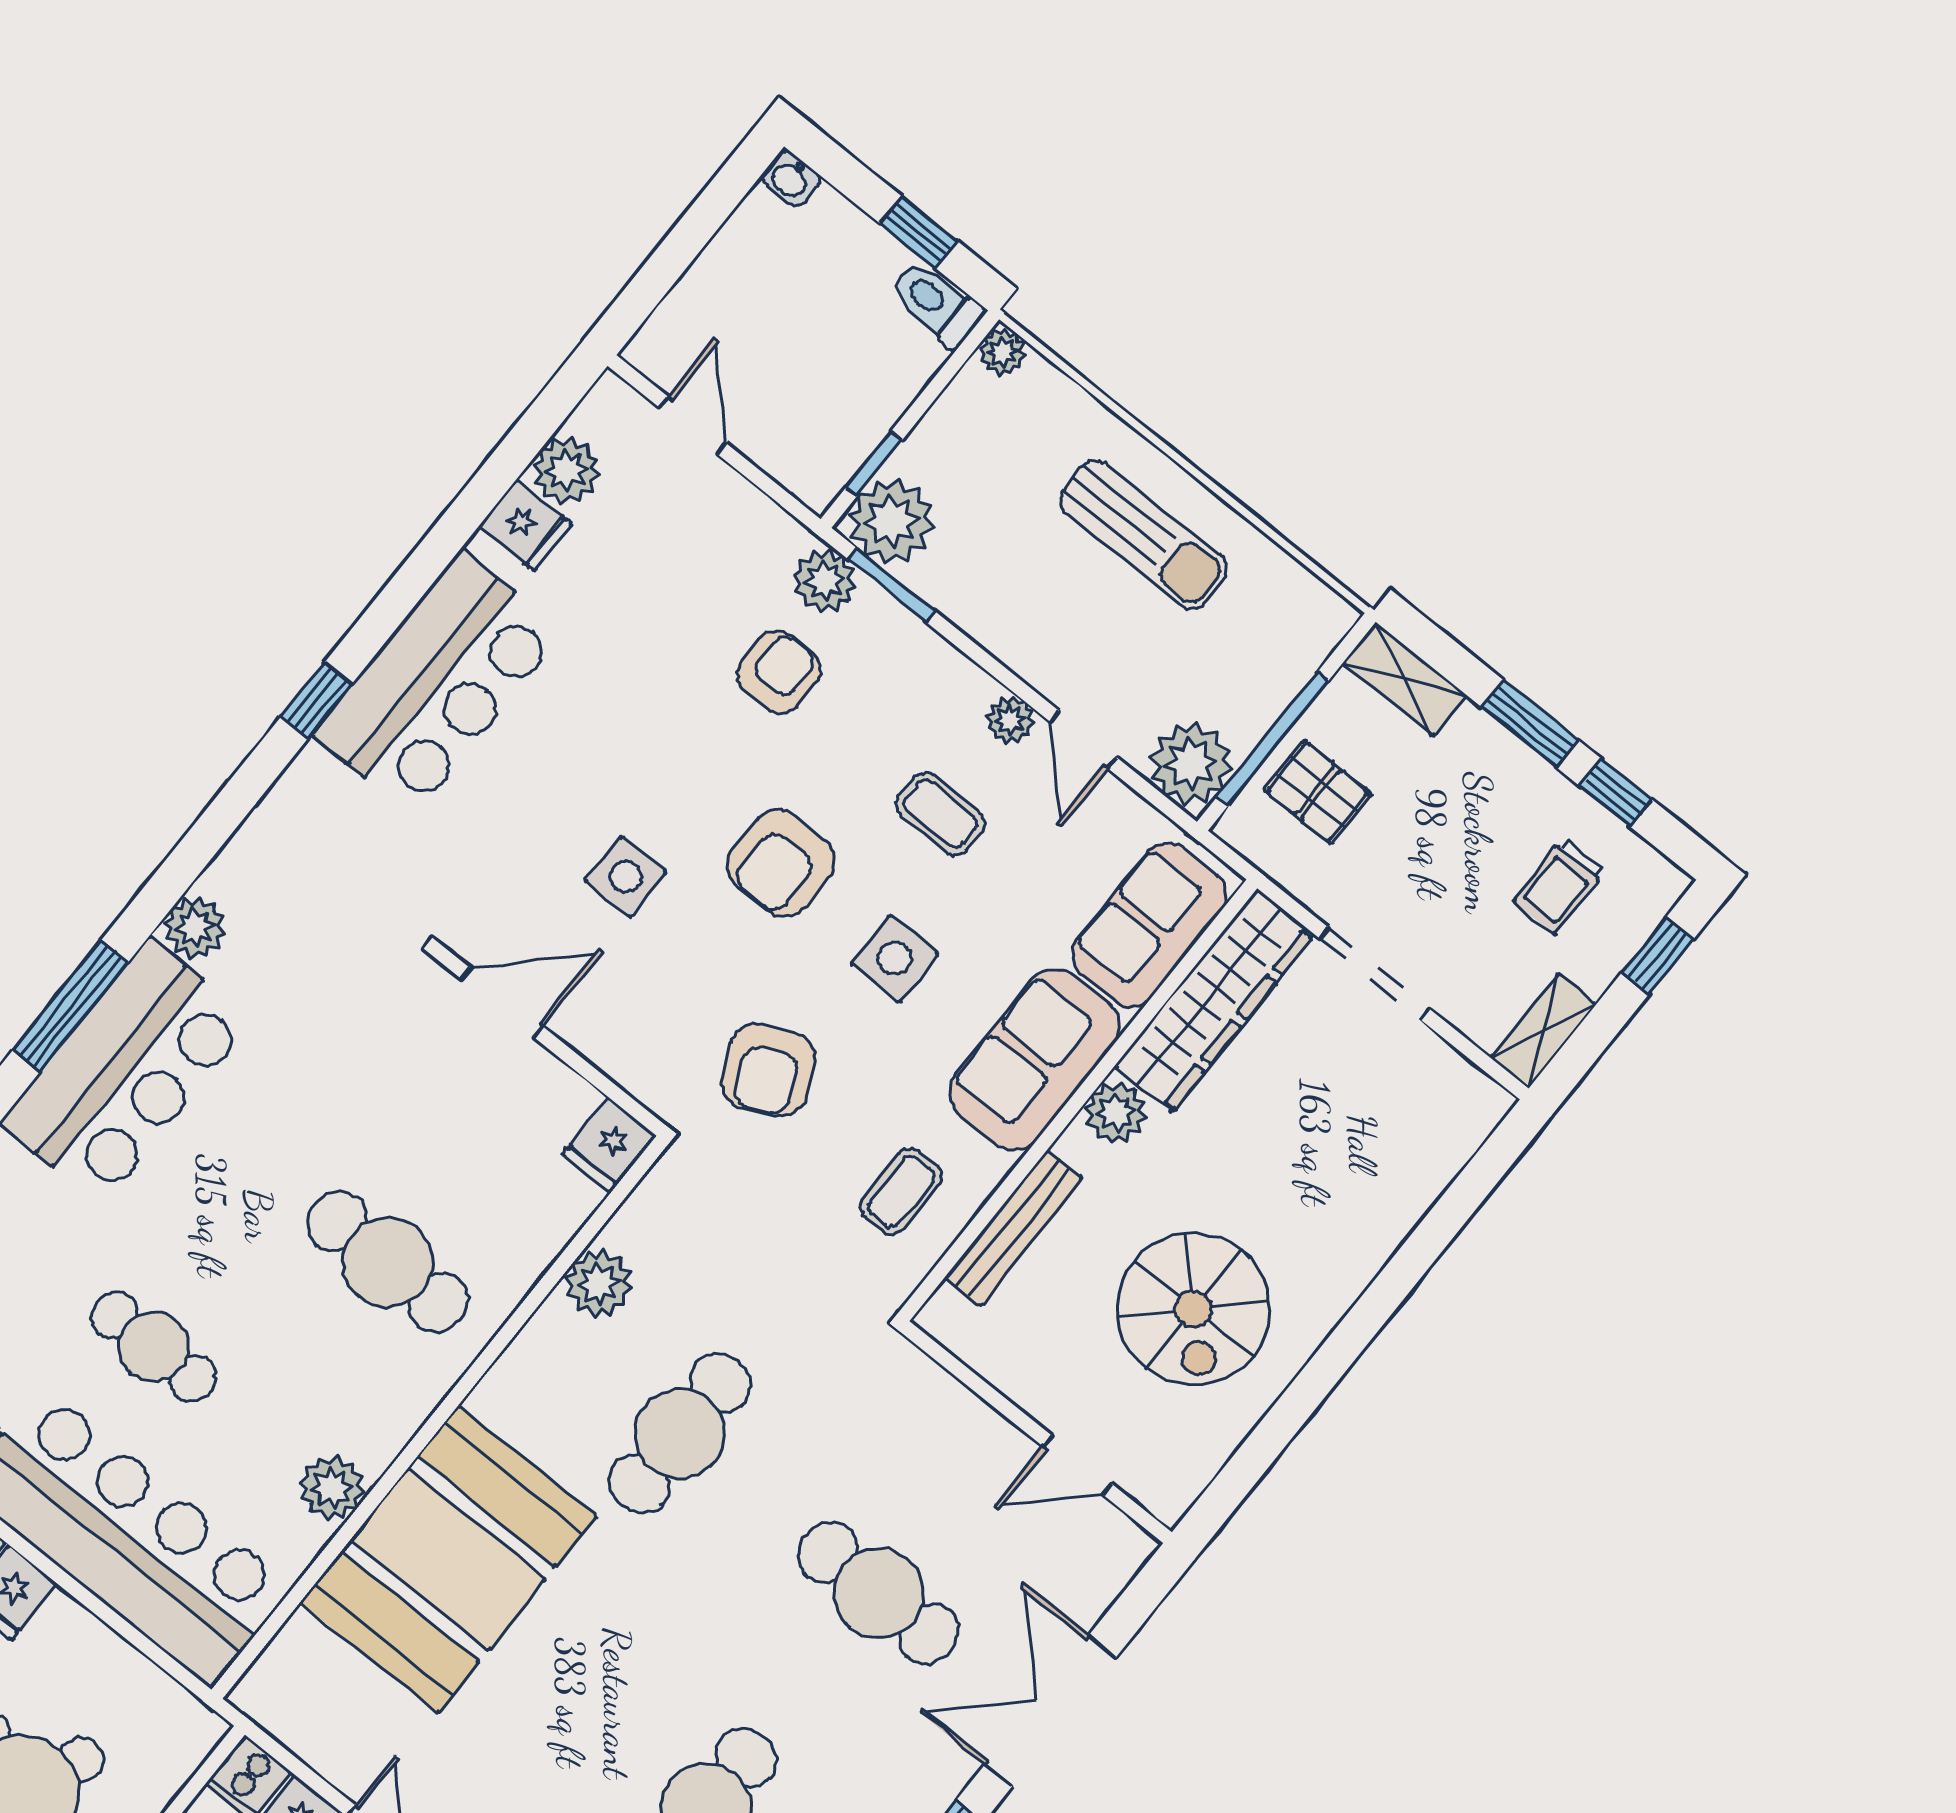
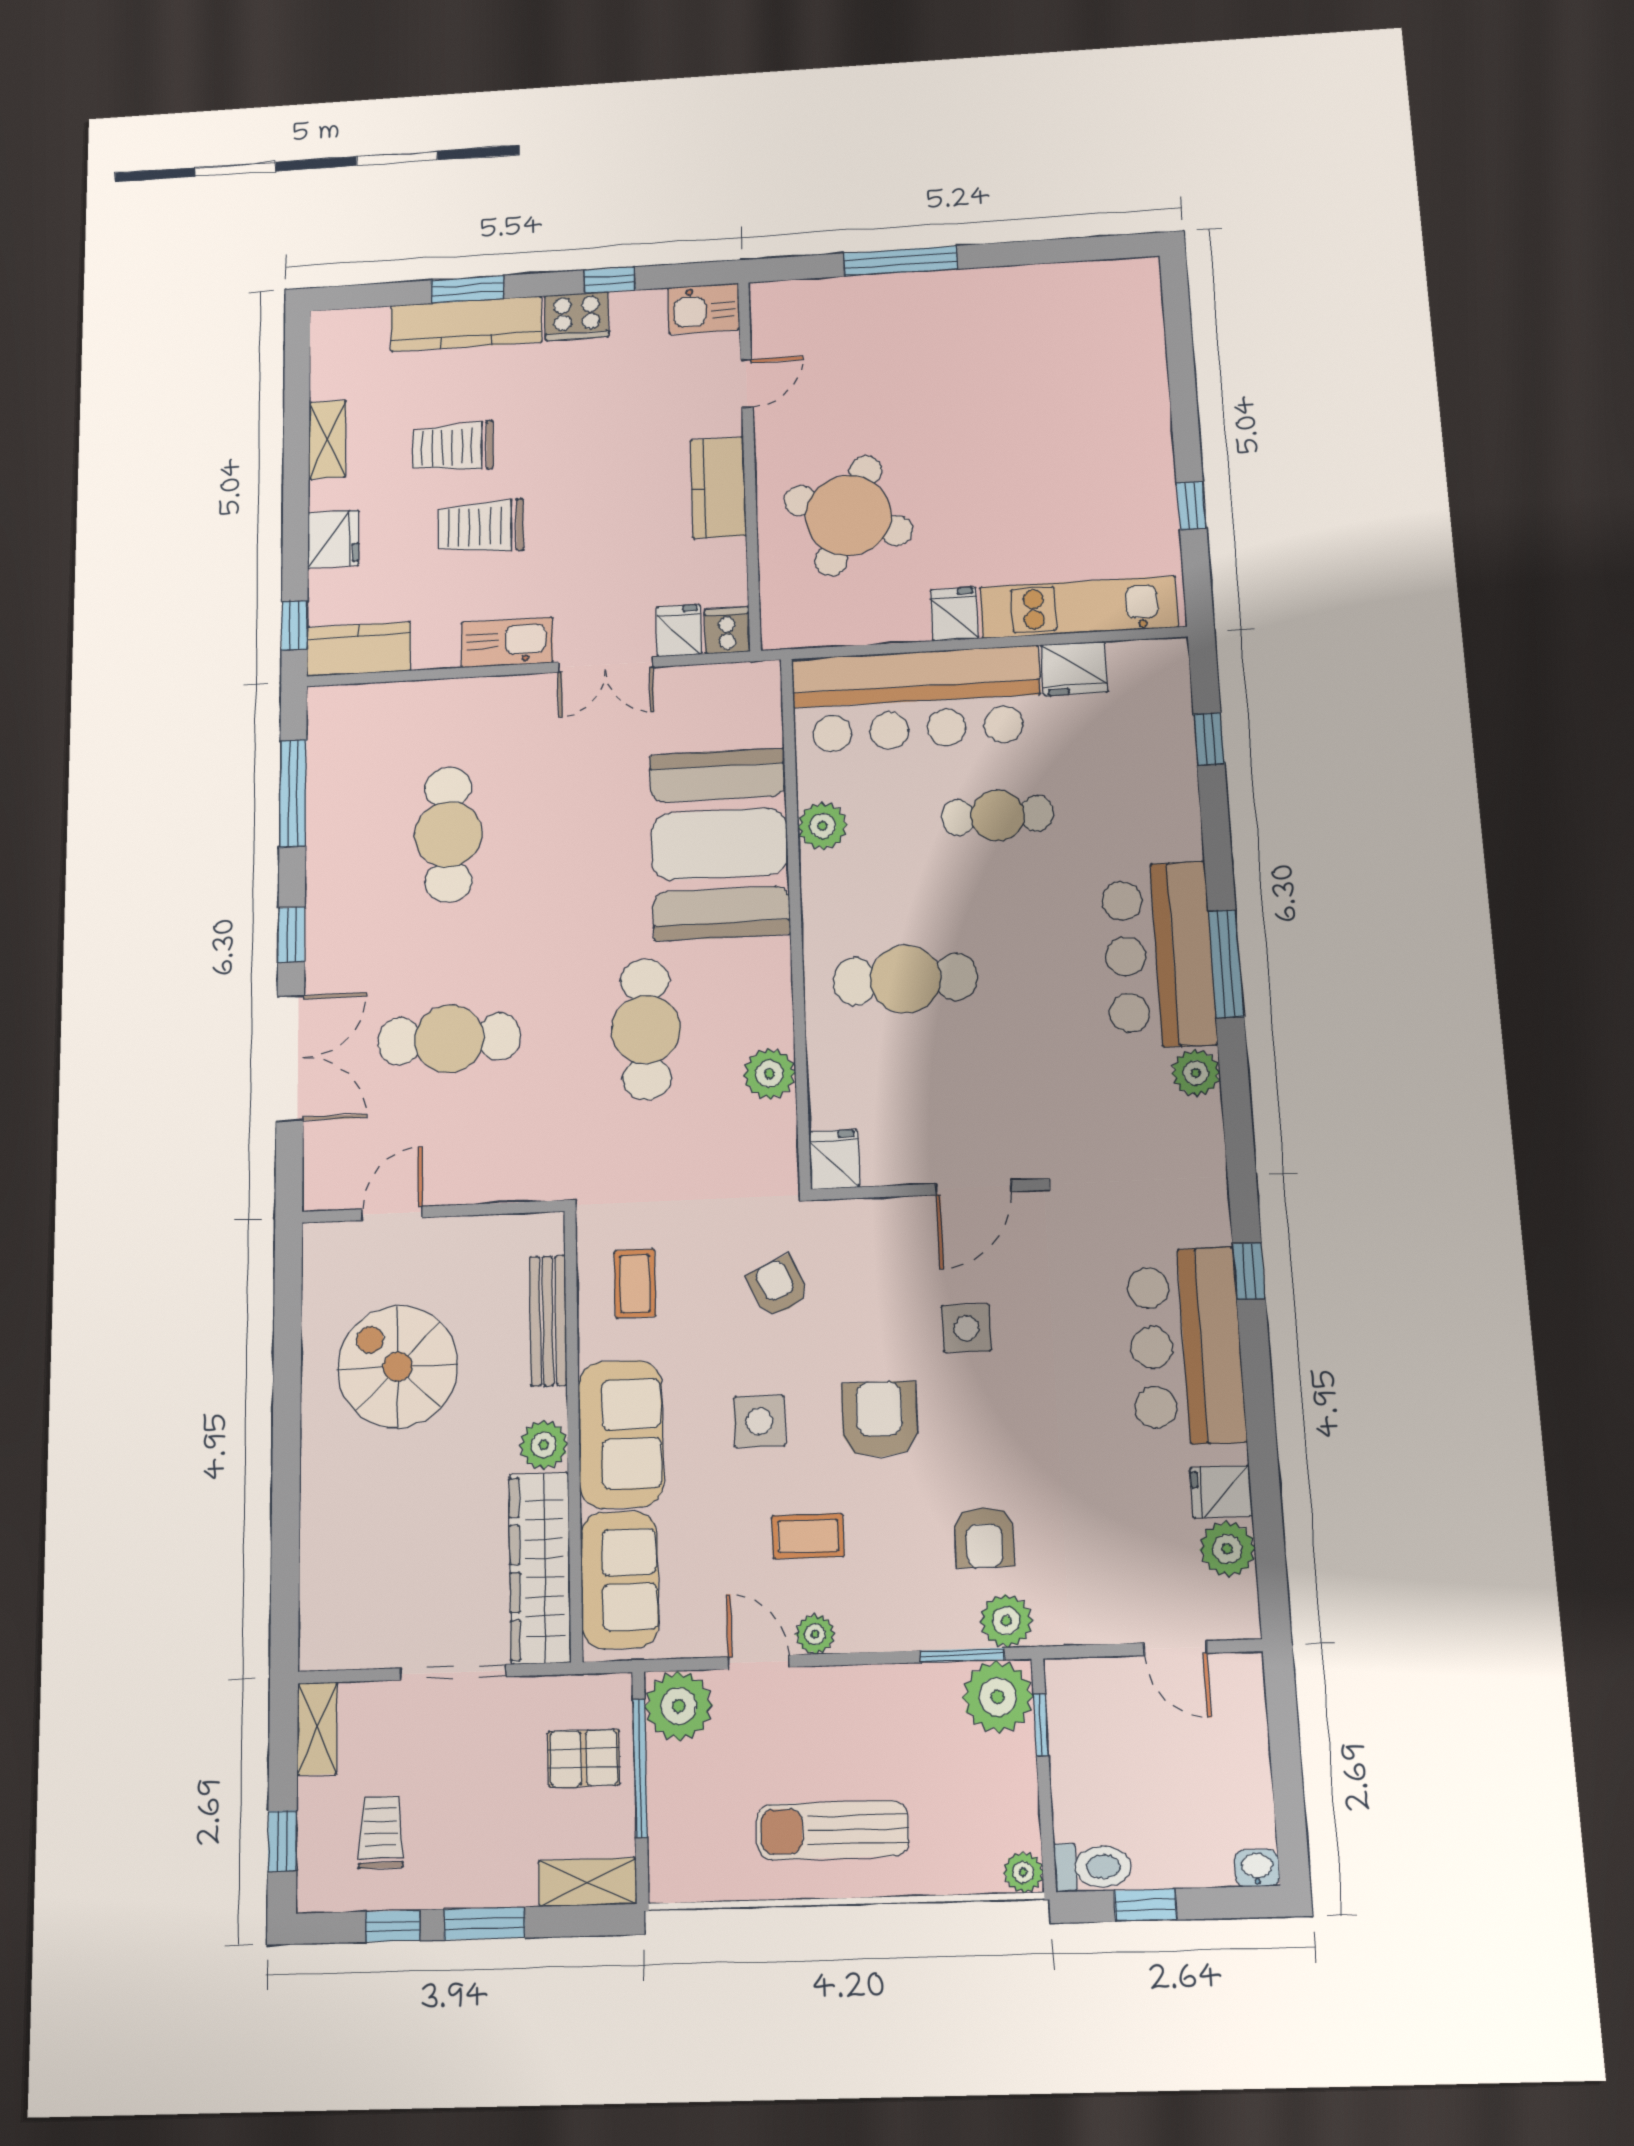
armchair: (768, 1070) -> (778, 1287), width x0.72, depth x0.72

